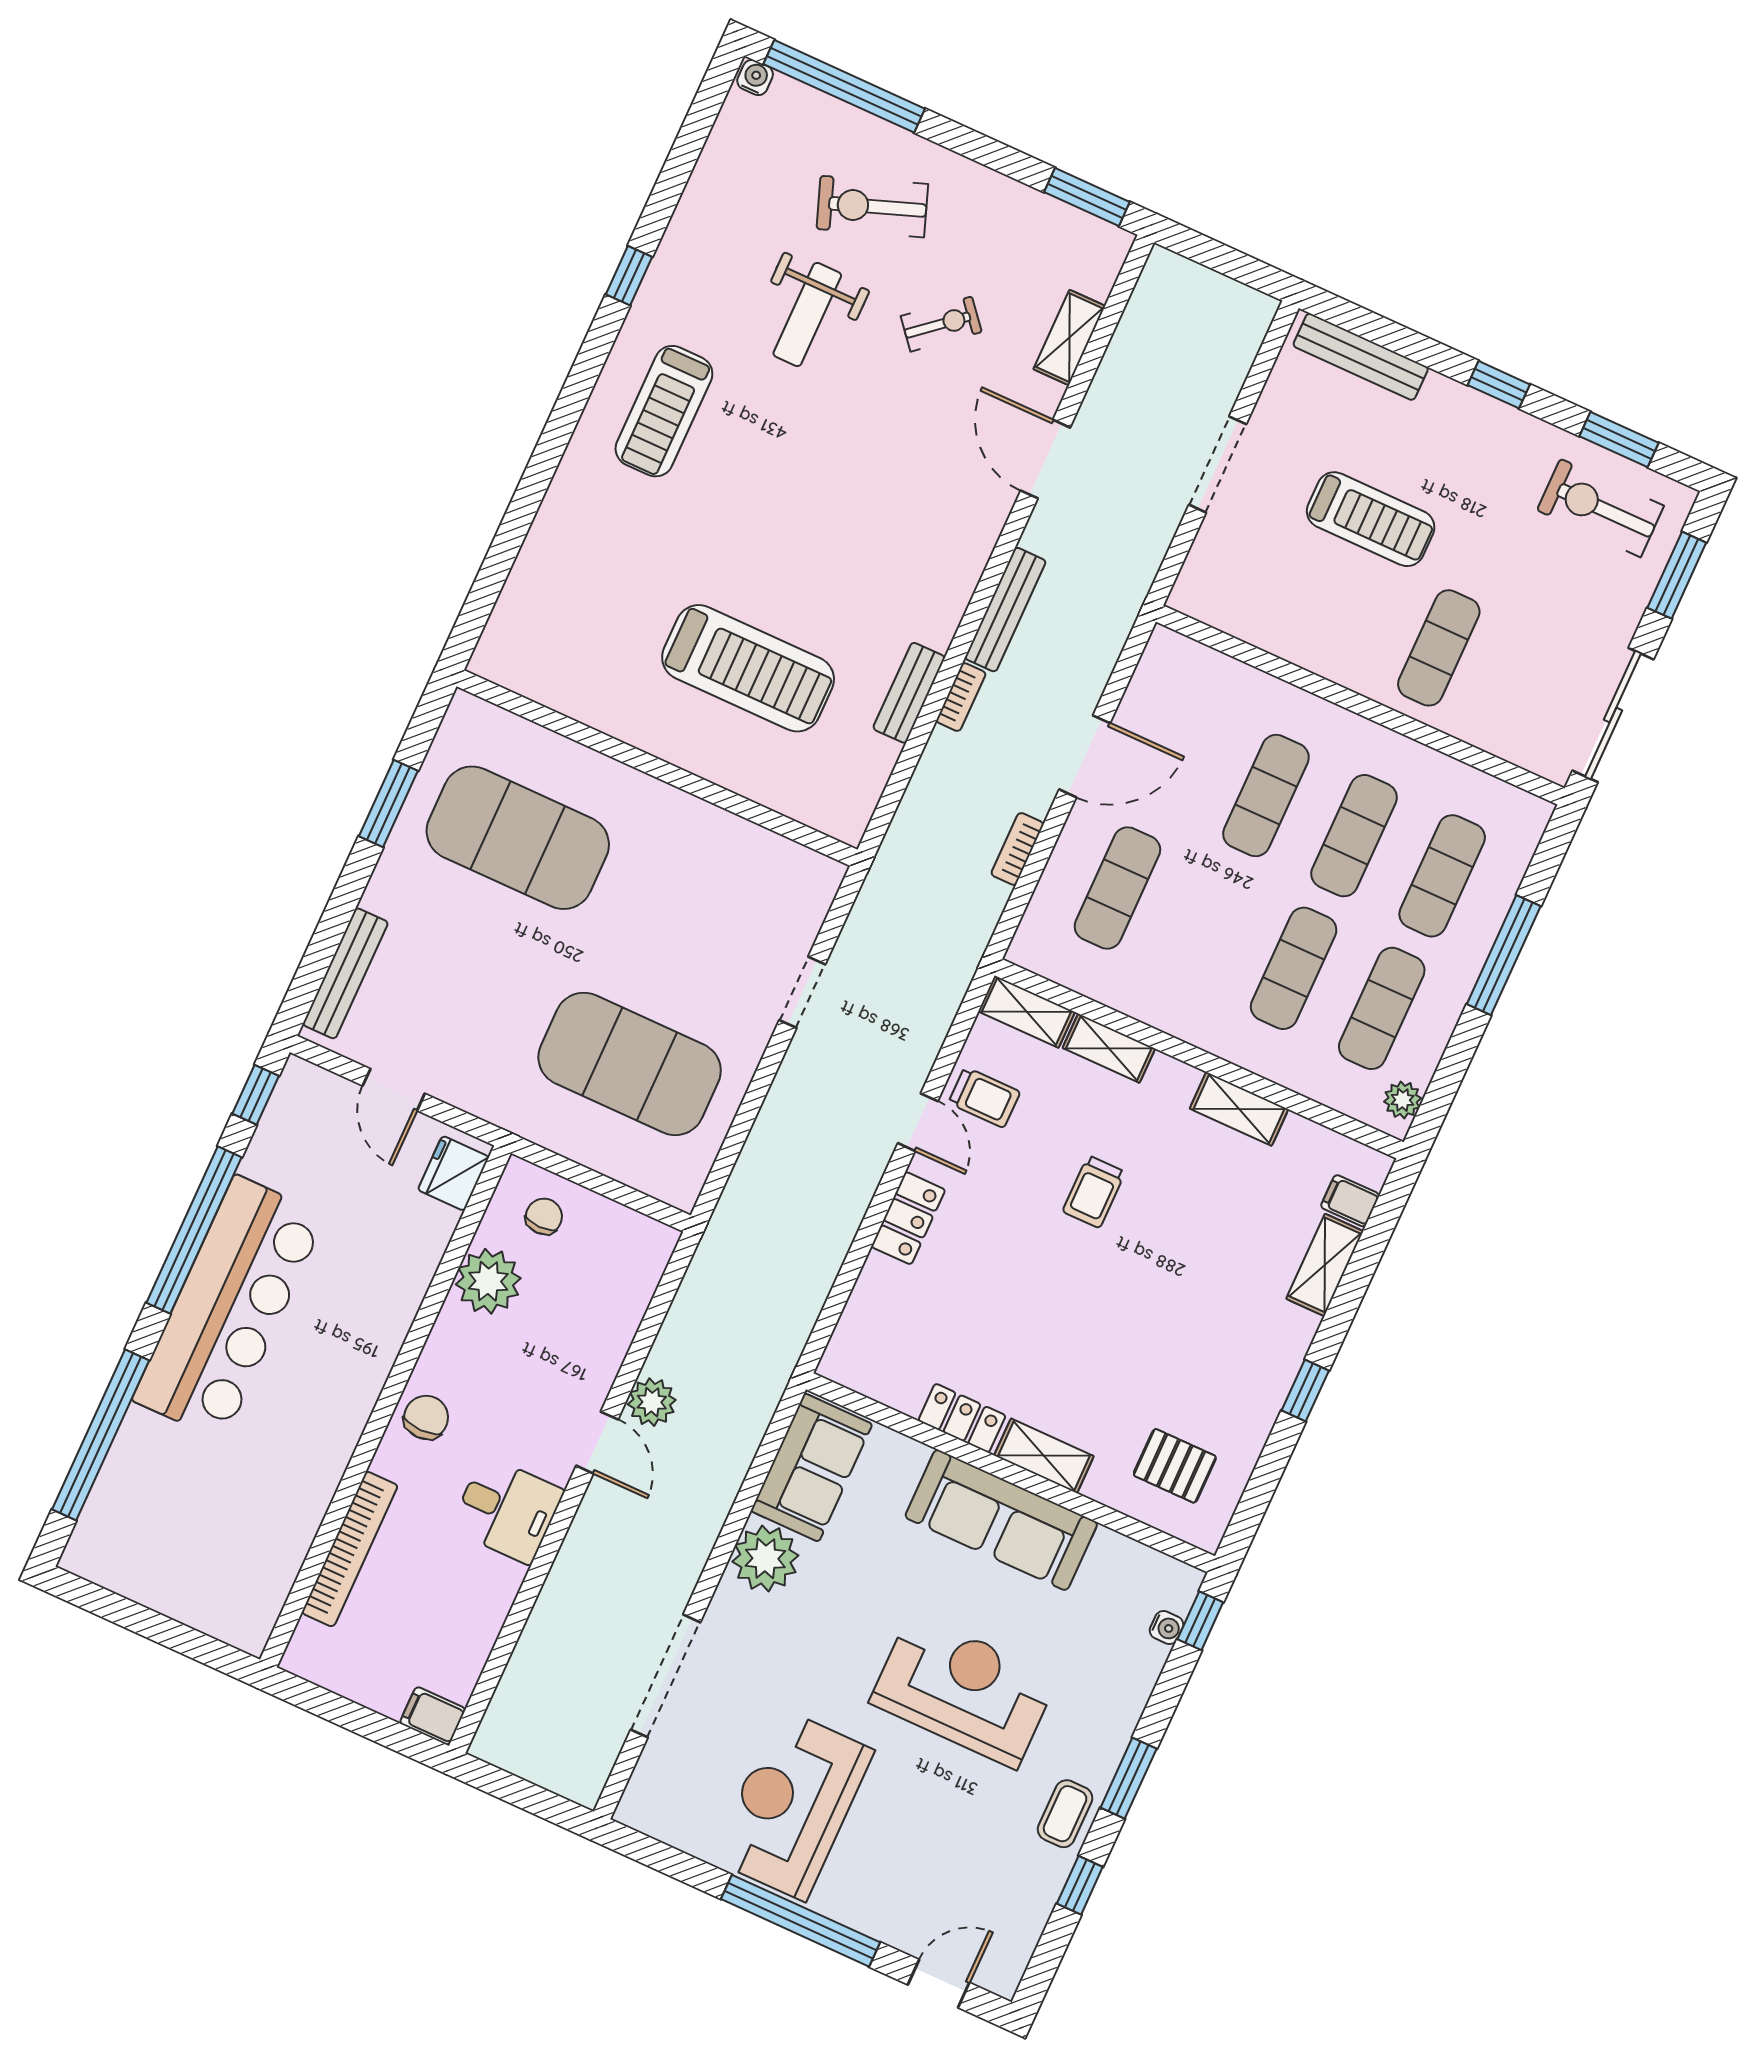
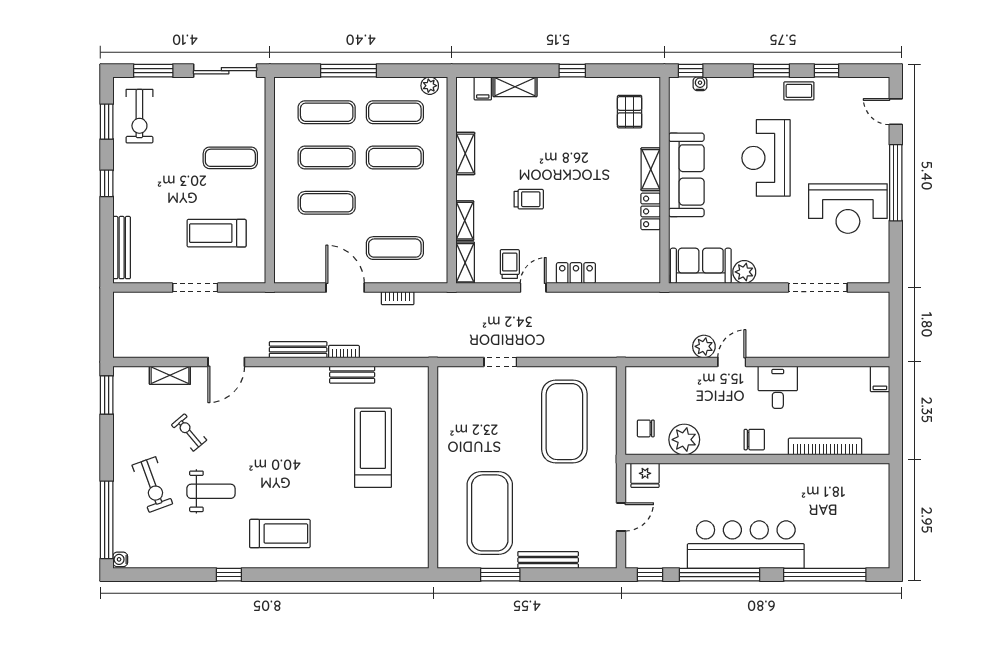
treadmill: (1371, 519) -> (217, 233), moved, turned -90
bench: (345, 973) -> (548, 560), moved
chair: (426, 1417) -> (754, 440), turned 180
plant: (765, 1558) -> (744, 272), width x0.73, depth x0.73

